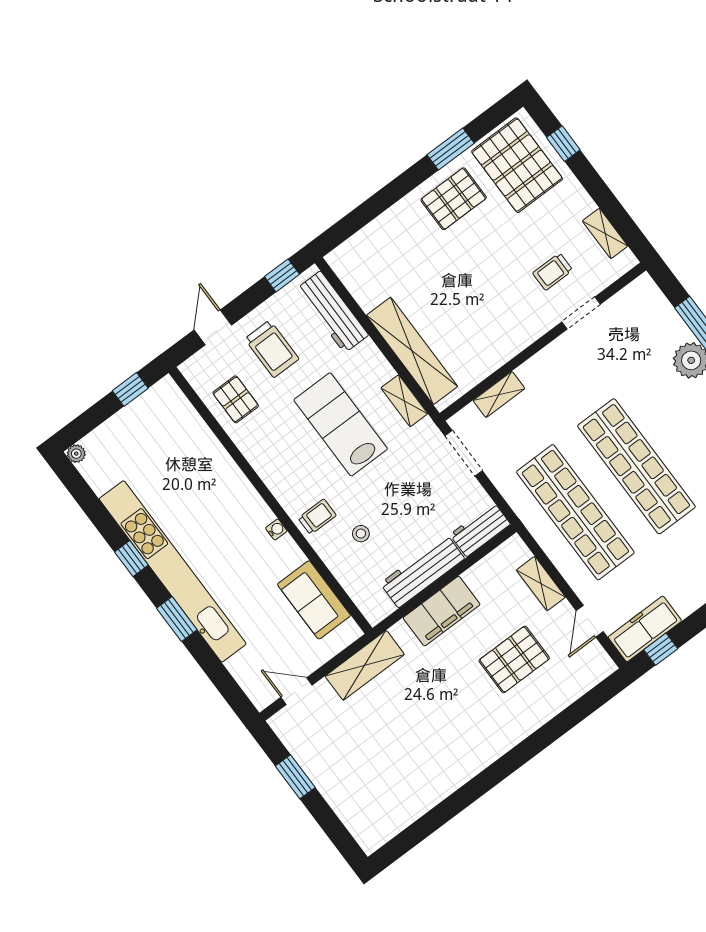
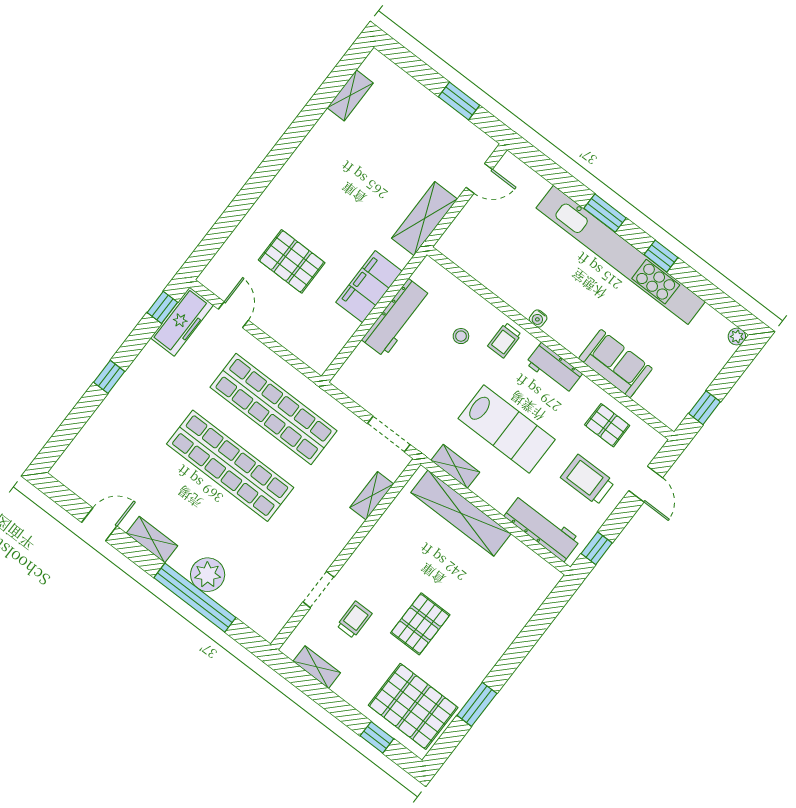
pallet: (454, 199) -> (420, 624), moved
workbench: (480, 529) -> (554, 368), moved, turned 90
shelving: (541, 584) -> (350, 95), moved, turned 90
sofa: (314, 600) -> (615, 364), moved
pallet: (514, 659) -> (292, 261), turned 90

